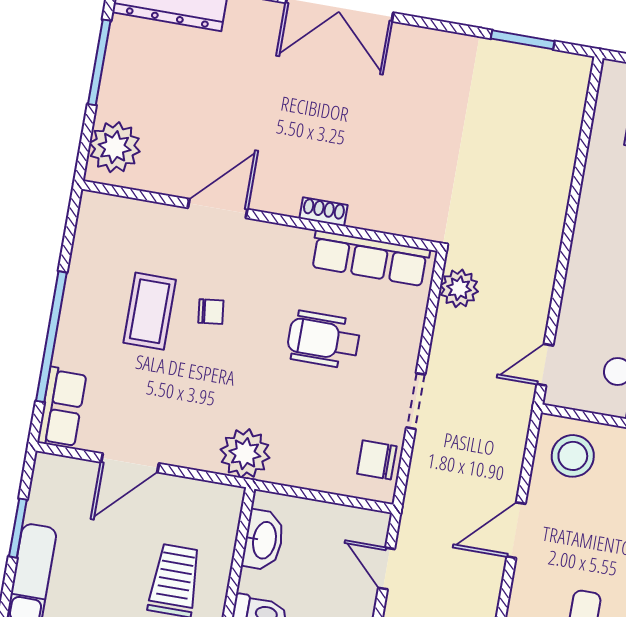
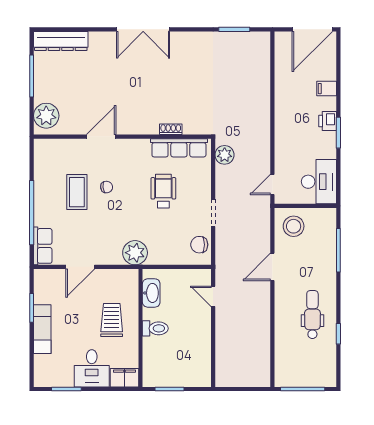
shoe rack: (323, 212) -> (171, 129), moved
wheelchair: (324, 340) -> (163, 191), turned 90

